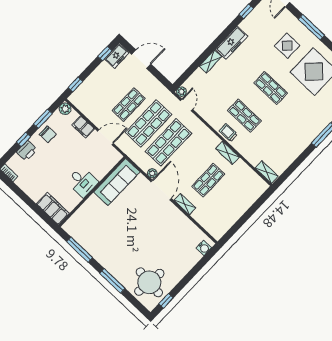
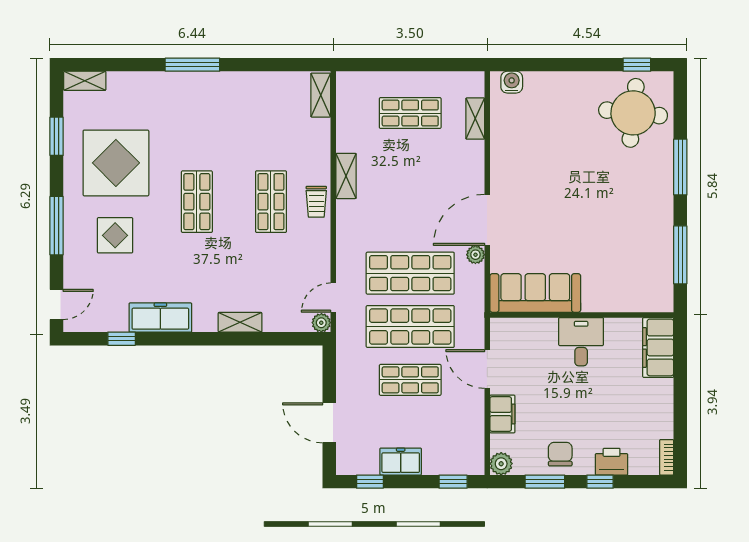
freezer: (232, 43) -> (160, 318), moved
freezer: (117, 56) -> (401, 462), moved
shop shelf: (208, 180) -> (410, 113), moved
shelving: (185, 204) -> (475, 119), moved

